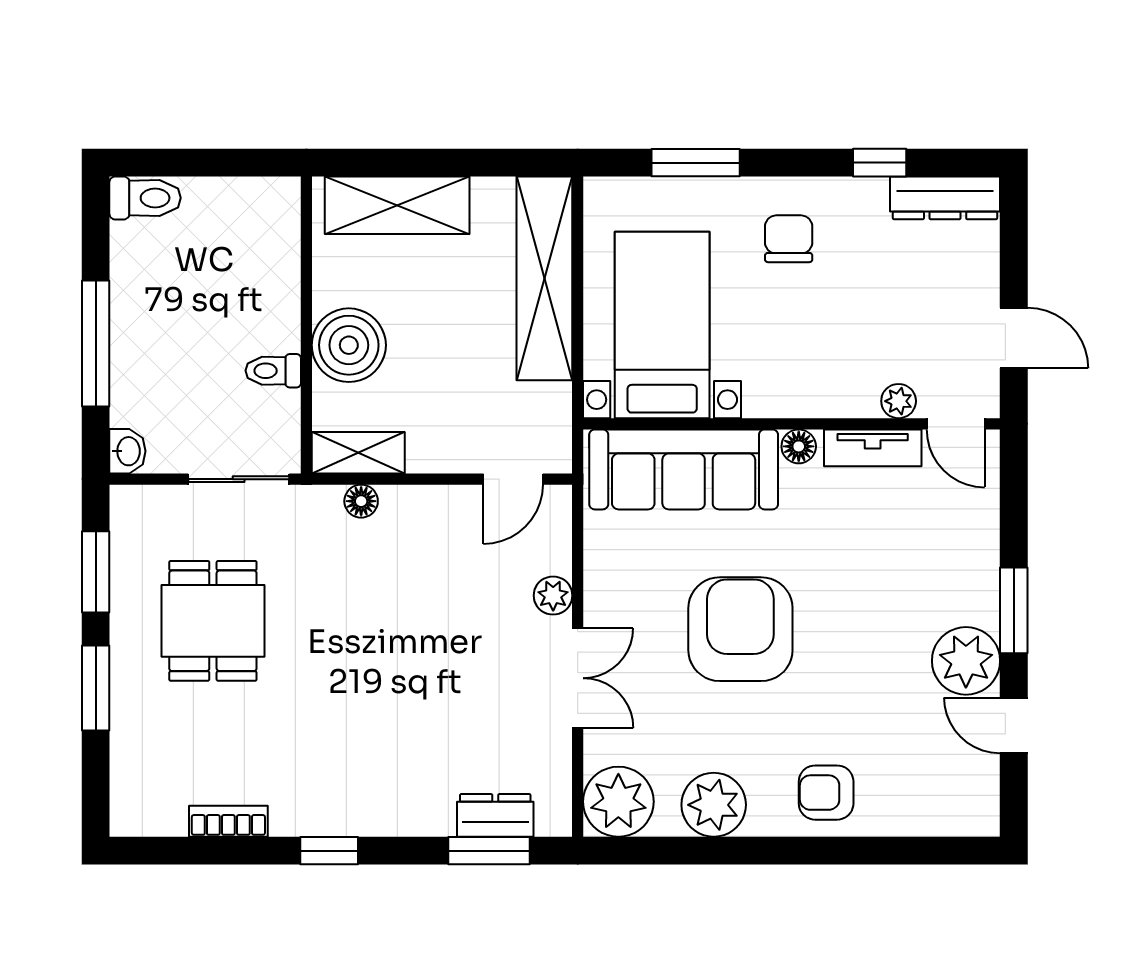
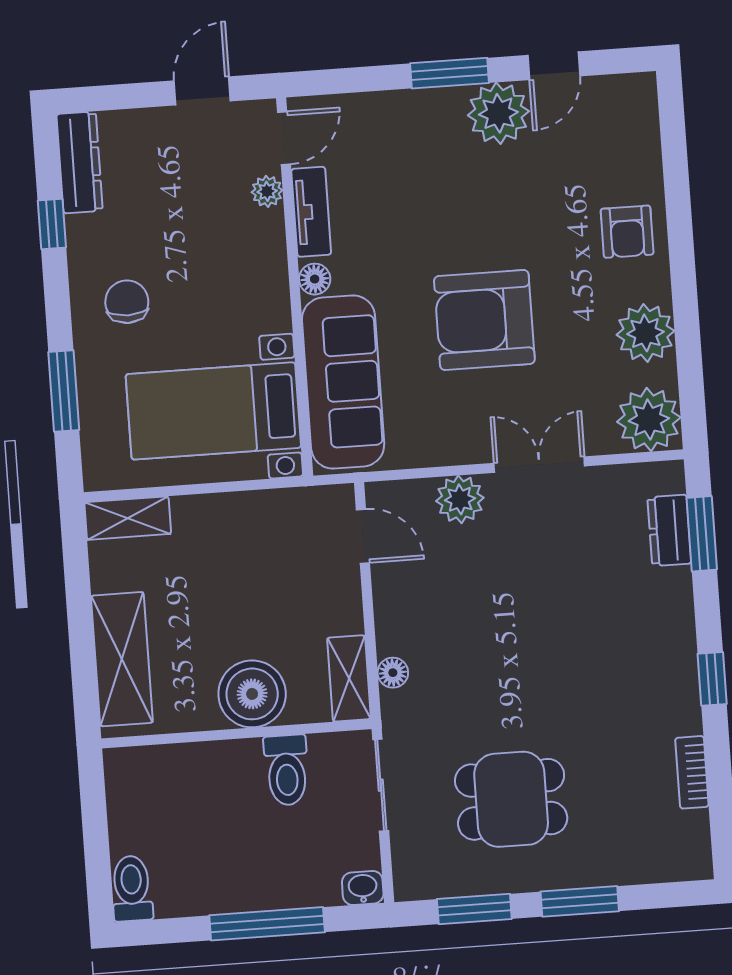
chair: (789, 239) -> (127, 302), turned 90
shelving: (544, 278) -> (128, 518), width x0.45, depth x0.75
toilet: (273, 371) -> (287, 770), width x1.37, depth x1.39
plant: (553, 596) -> (460, 499), width x1.38, depth x1.38

